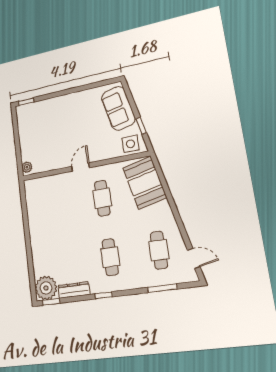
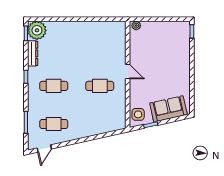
booth: (145, 183) -> (106, 121), removed

